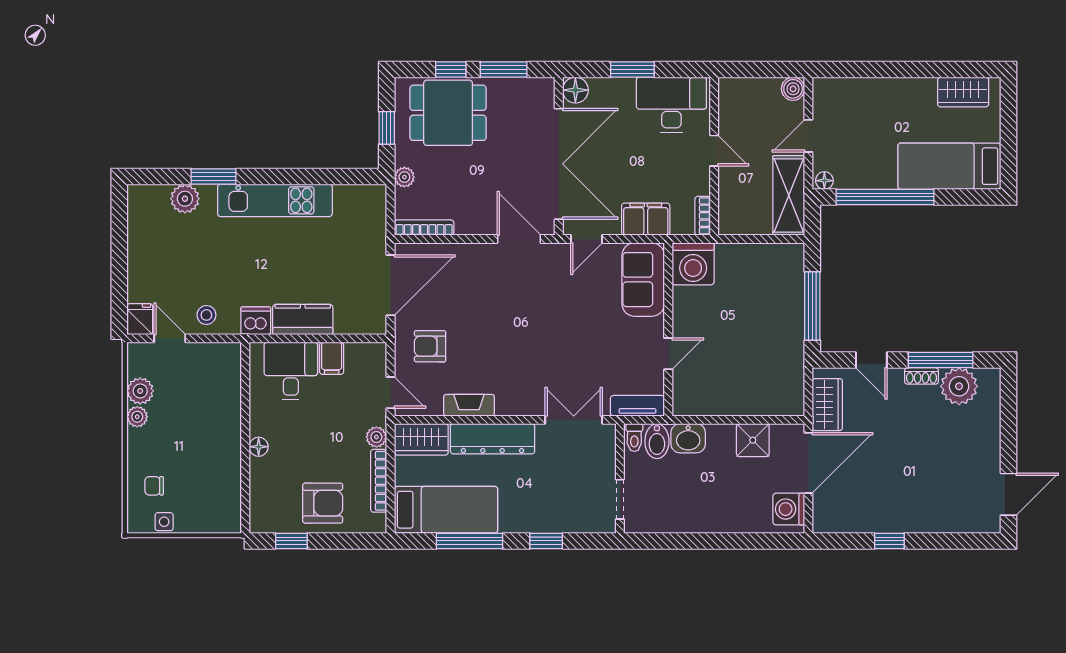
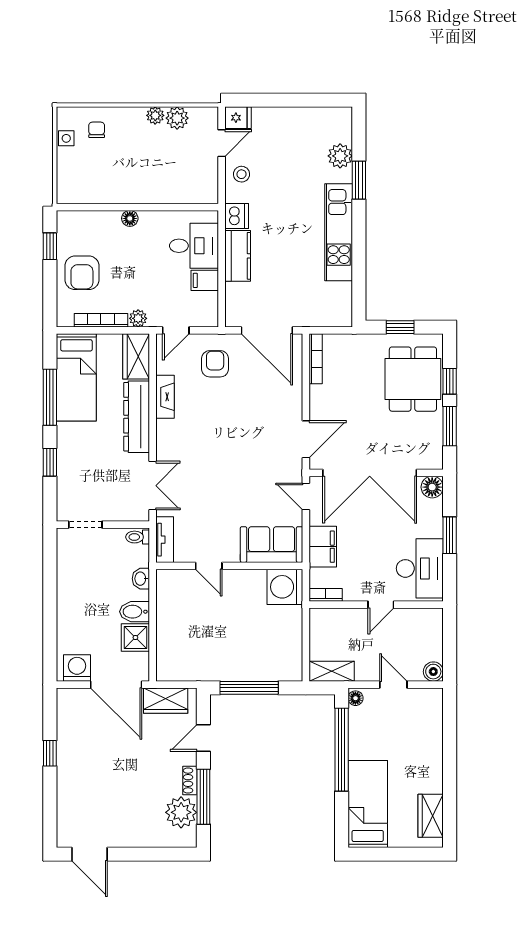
plant: (404, 177) -> (358, 342), removed
shelving: (789, 195) -> (332, 671), width x0.67, depth x0.75
washbasin: (688, 438) -> (141, 579), width x0.72, depth x0.69
bidet: (657, 441) -> (135, 612), moved

